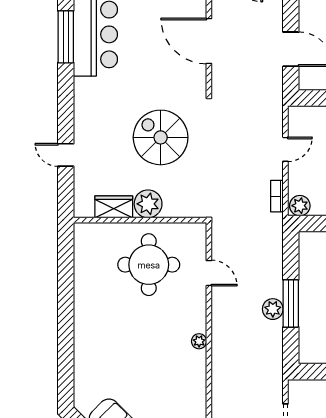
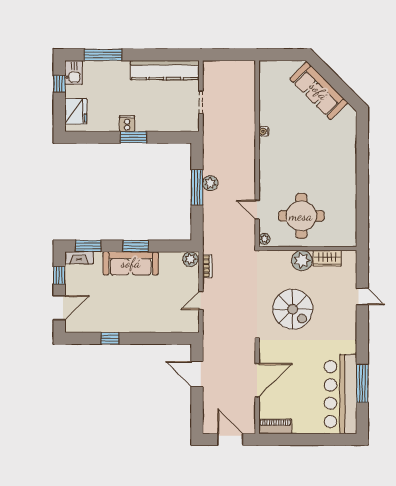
door: (209, 41) -> (257, 380), hinge flipped
plant: (199, 341) -> (264, 239), moved
water cooler: (200, 380) -> (264, 131), added

